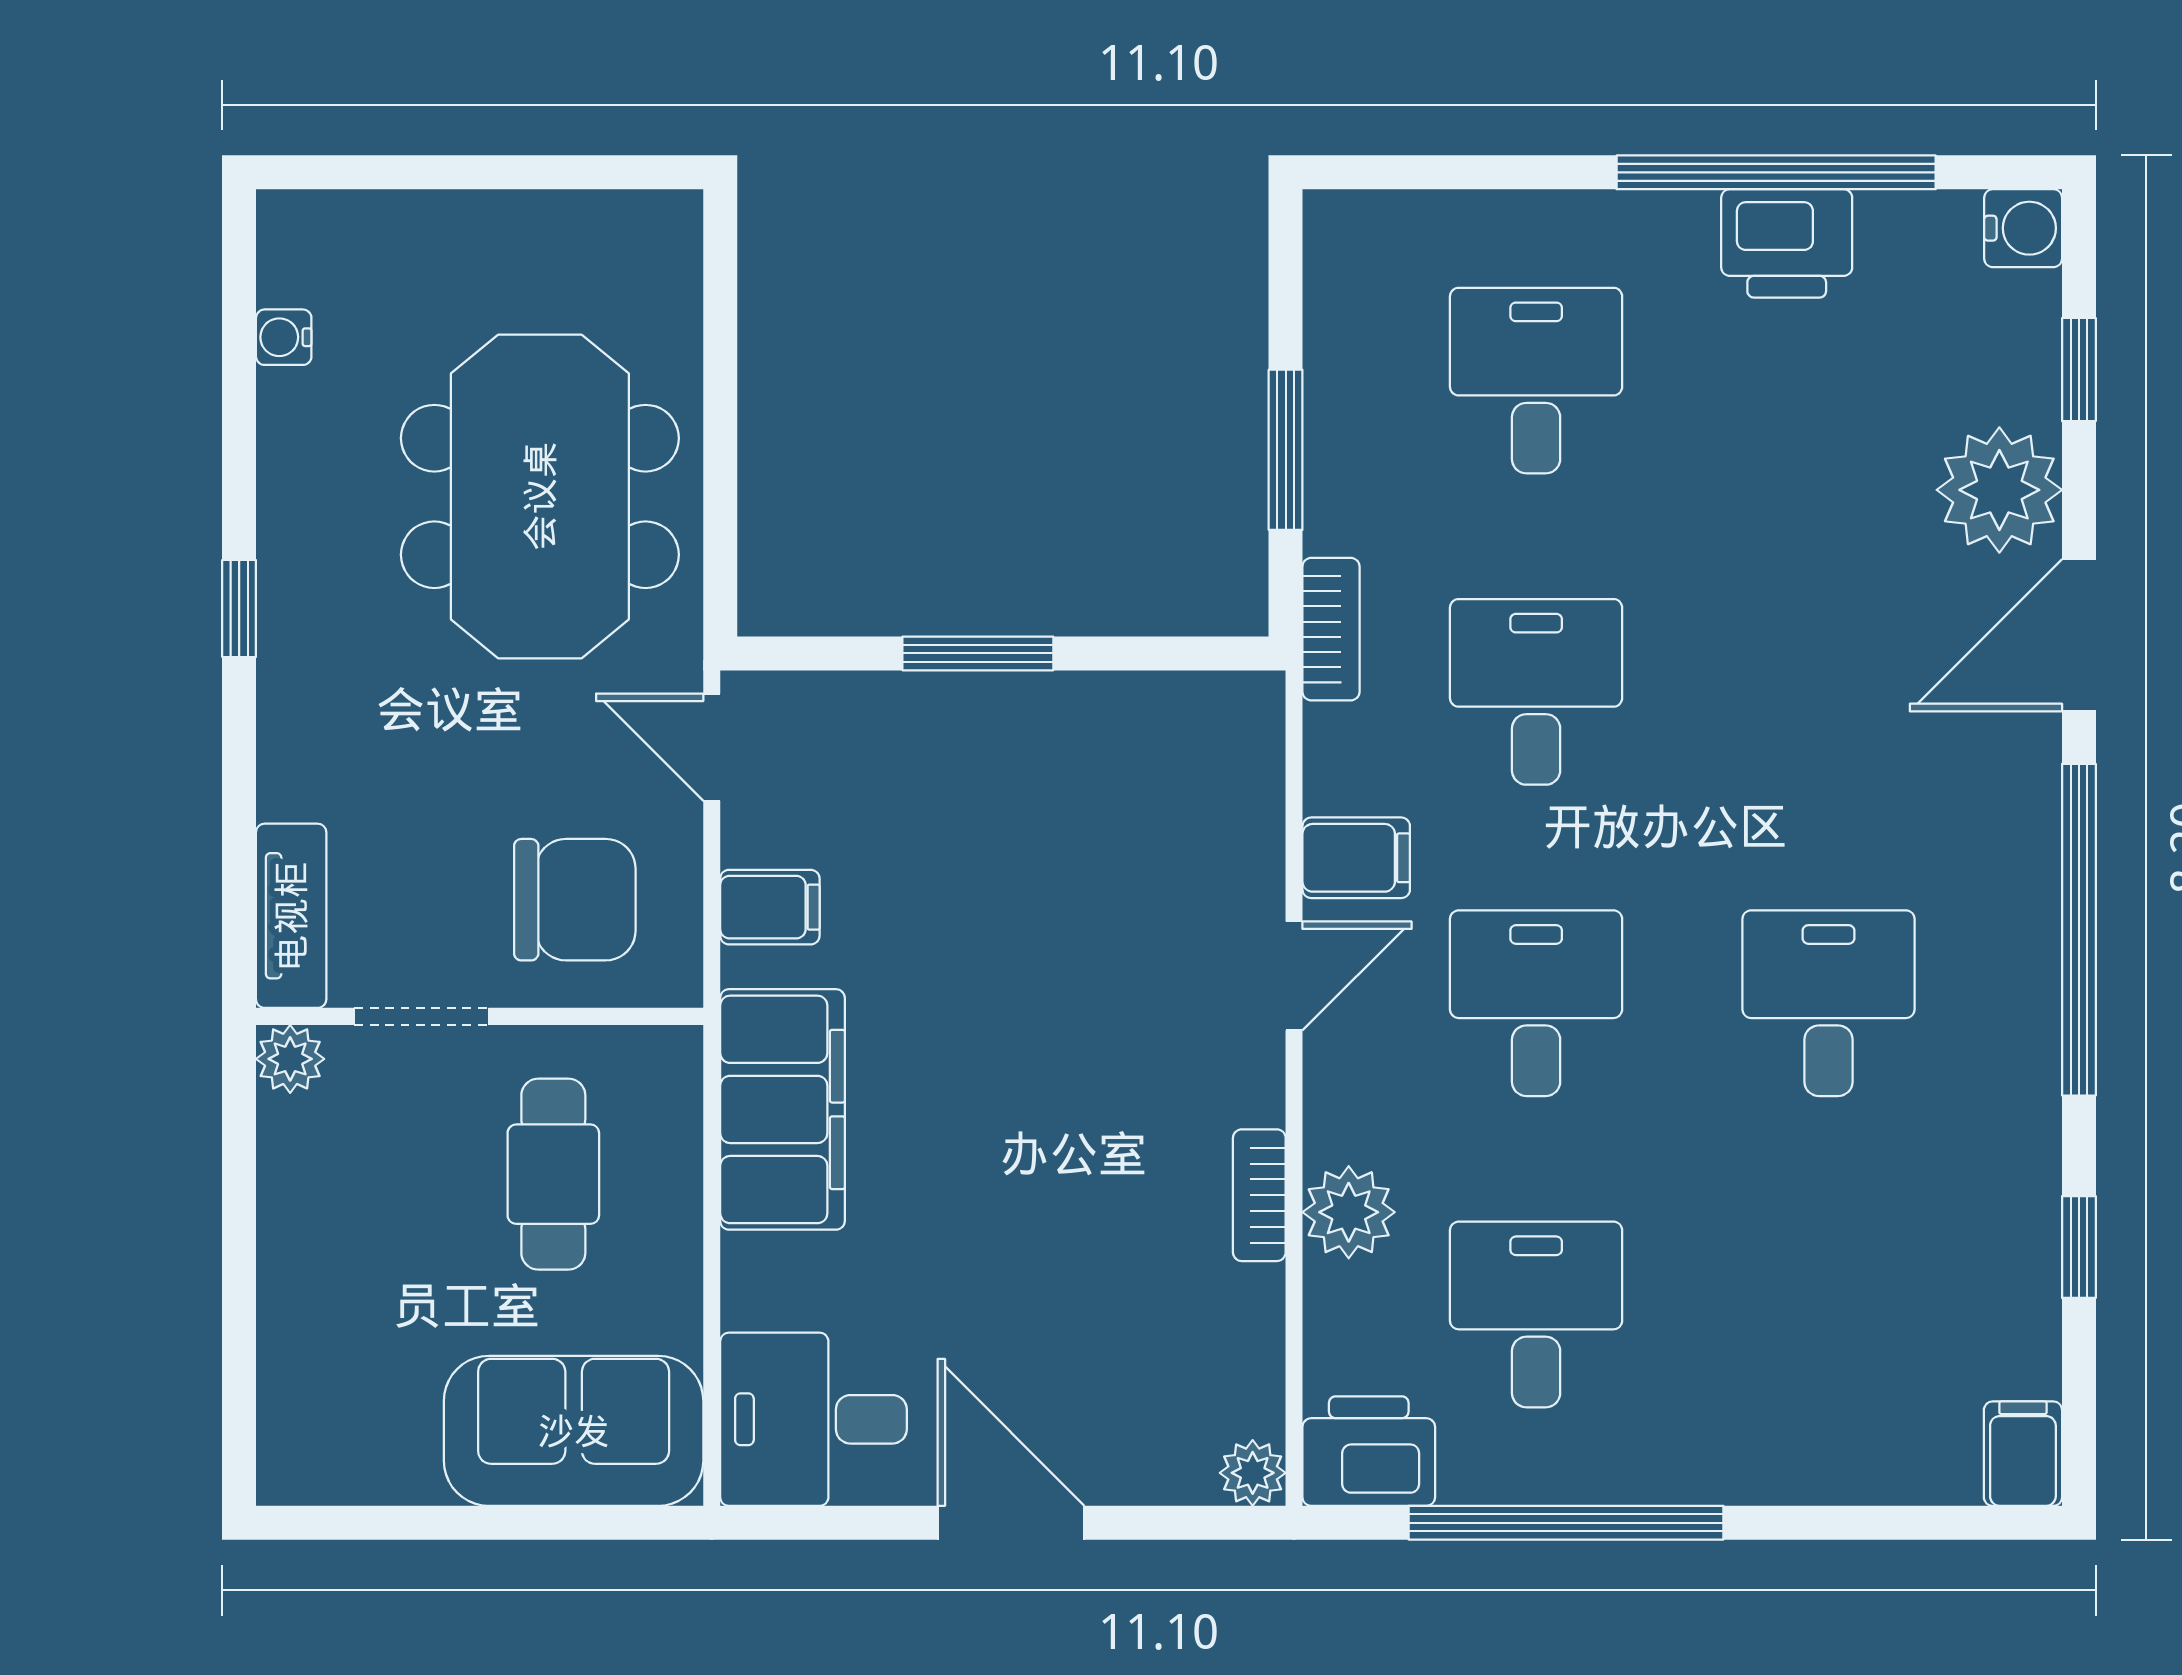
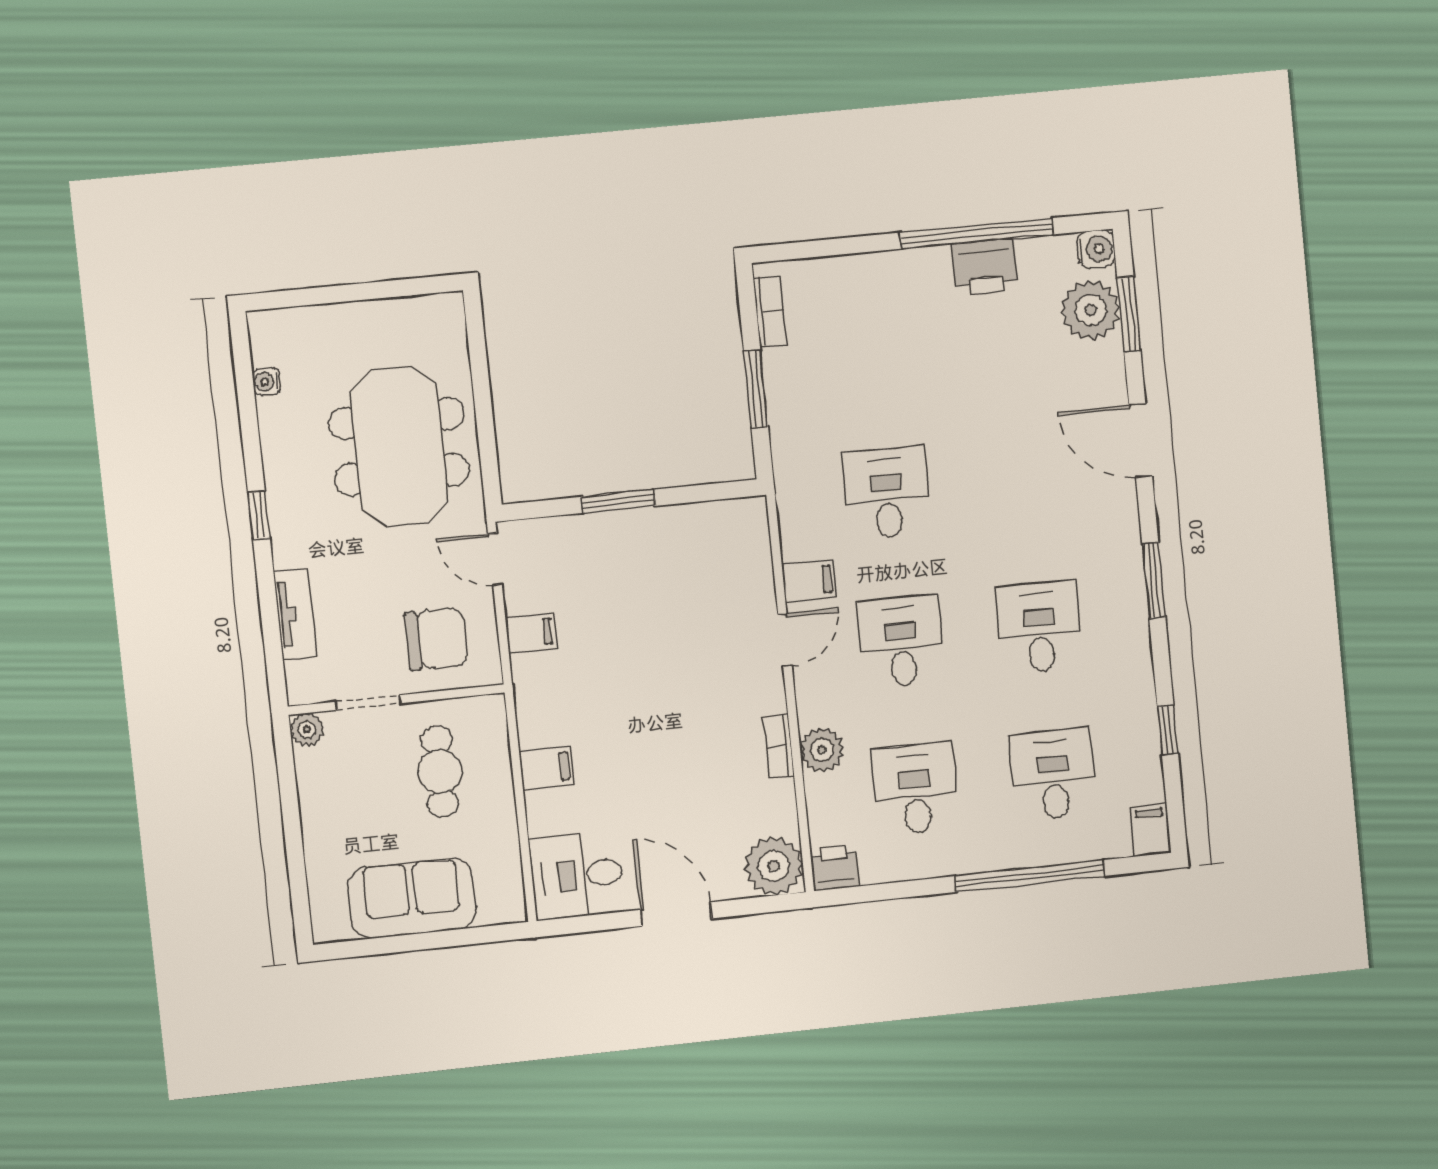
window: (2079, 370) -> (1129, 314), width x1.50
desk: (1536, 381) -> (1053, 774), moved
plant: (1999, 490) -> (1091, 310), moved
bookcase: (1331, 629) -> (770, 311), moved
door: (2079, 635) -> (1141, 441), hinge flipped
tv unit: (291, 916) -> (295, 614), moved
window: (2079, 930) -> (1154, 580), width x0.47
filing cabinet: (782, 1109) -> (546, 768), width x0.33, depth x0.86
sofa: (574, 1431) -> (412, 898), moved
printer: (1369, 1451) -> (835, 868), width x0.73, depth x0.81
plant: (1253, 1473) -> (774, 866), width x1.87, depth x1.87
window: (1566, 1523) -> (1030, 876), moved

